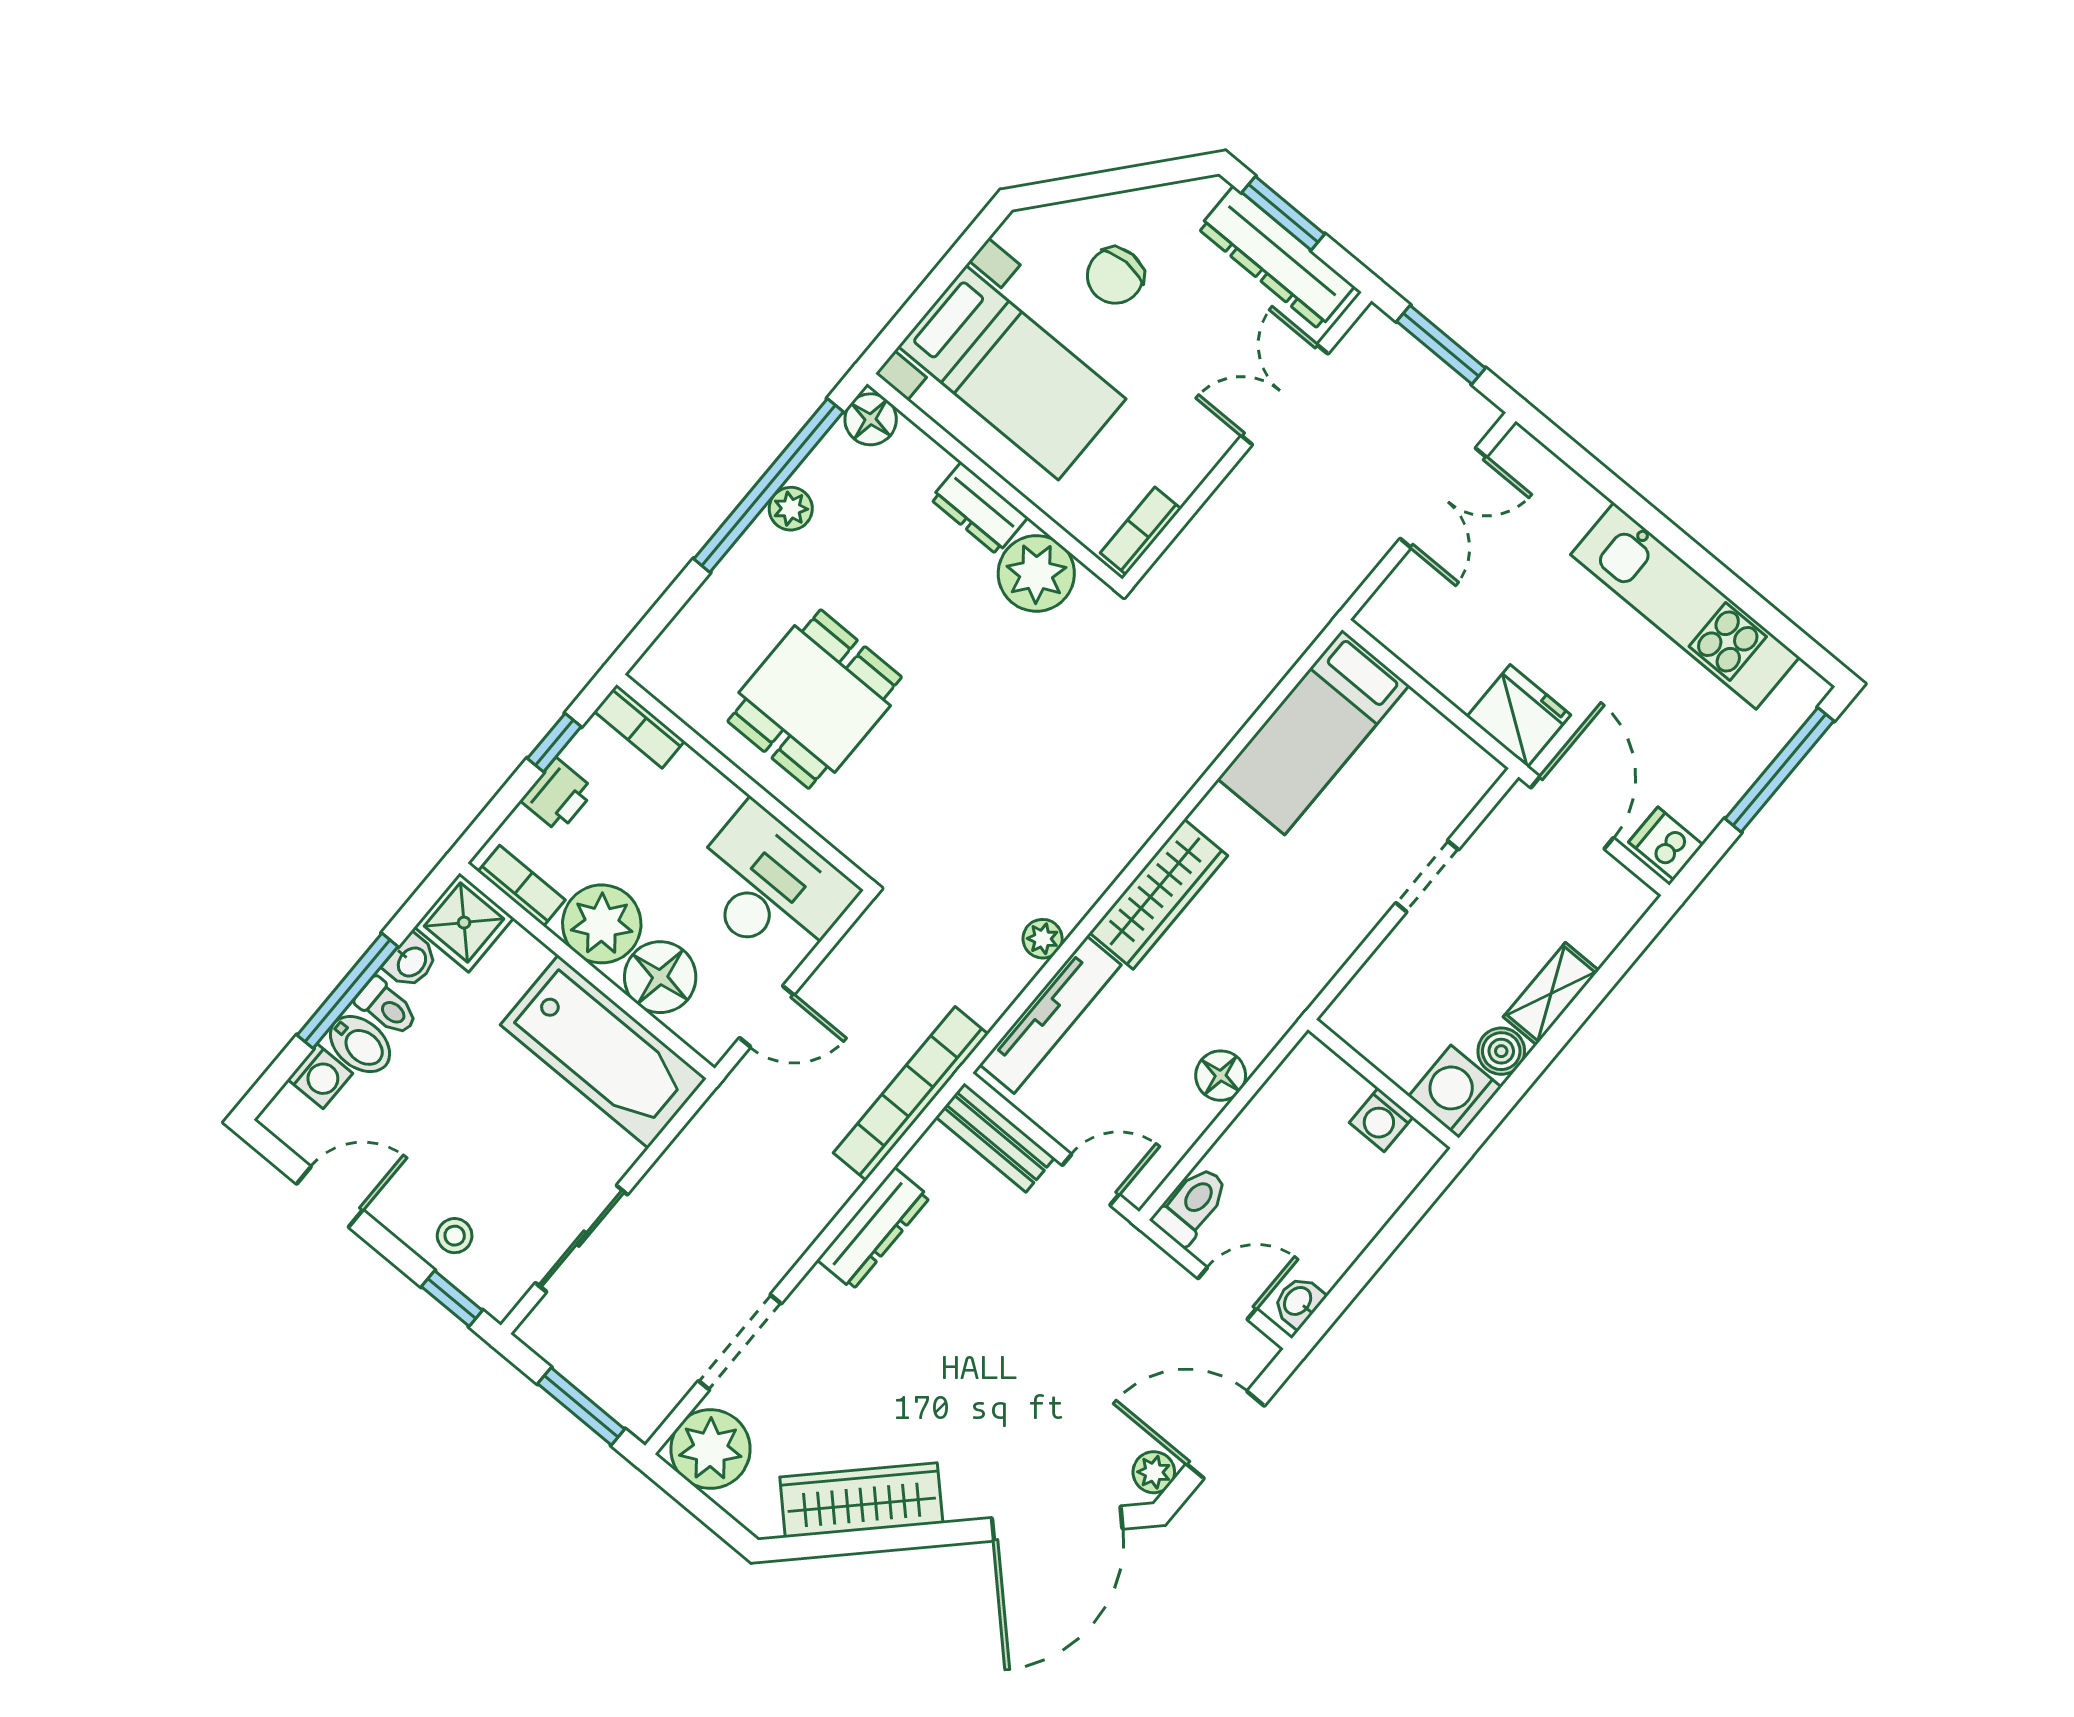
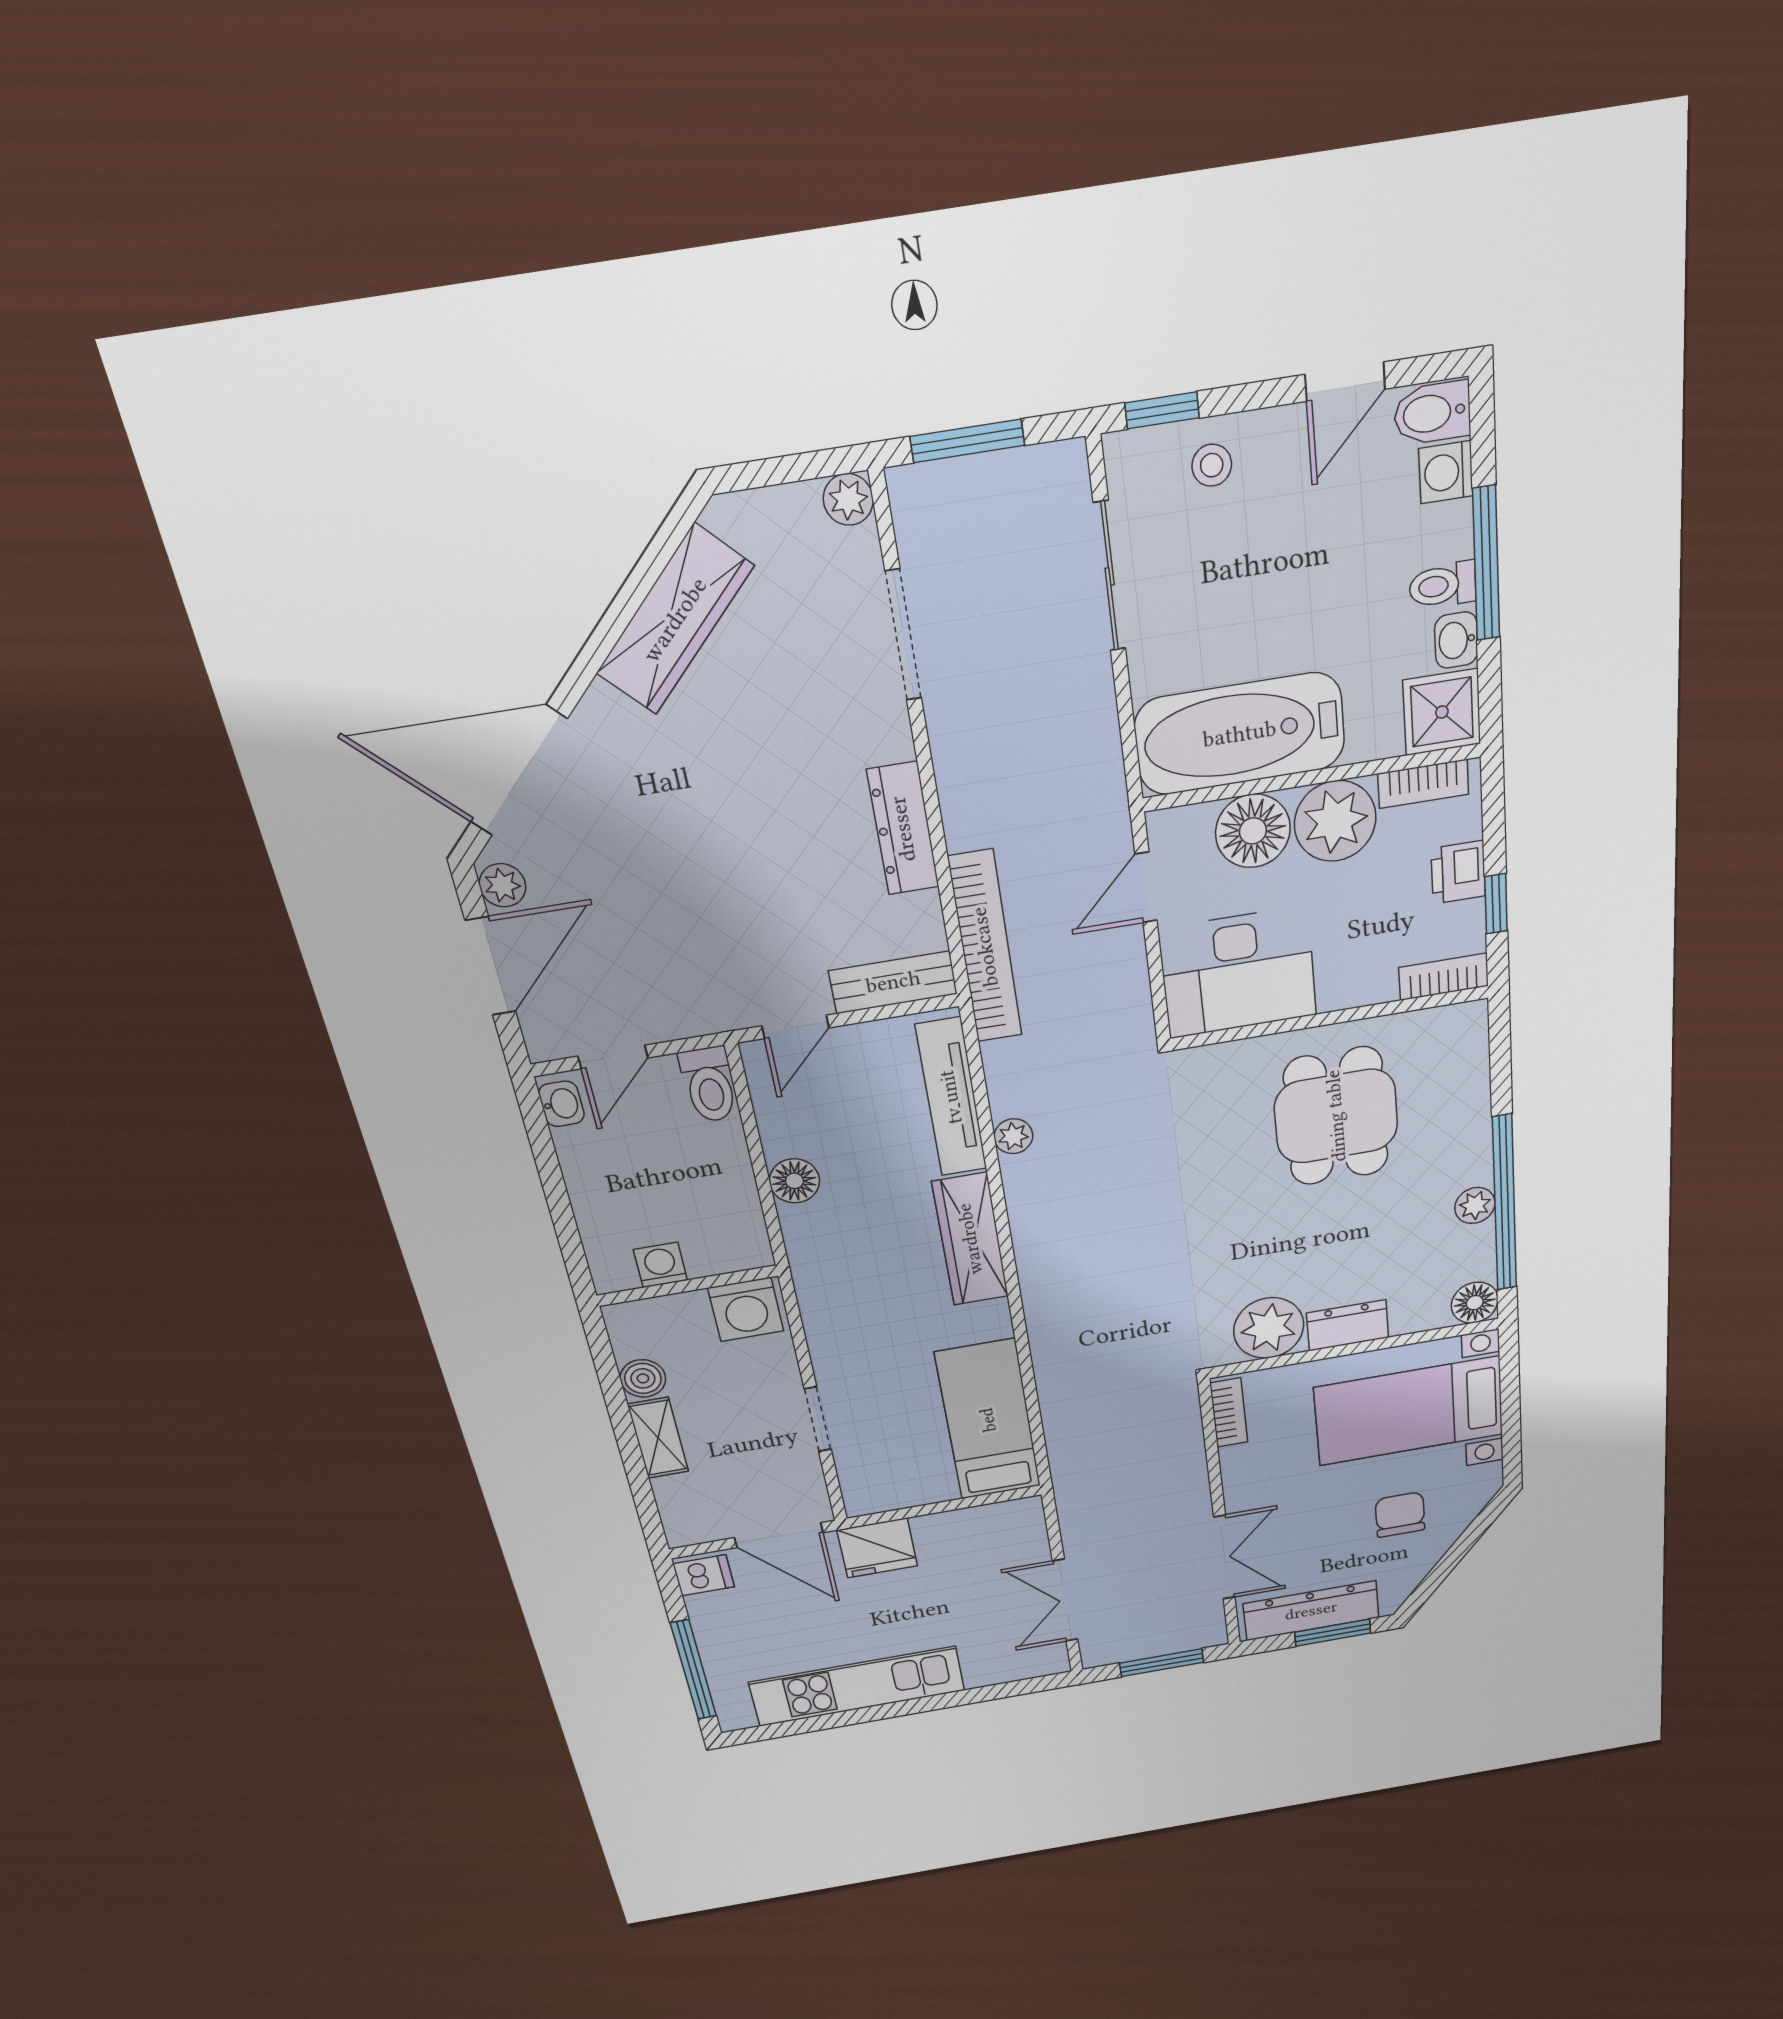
bidet: (360, 1044) -> (1432, 413), moved
washing machine: (1455, 1091) -> (746, 1309), moved, turned 90
plant: (710, 1449) -> (848, 499), width x0.53, depth x0.53
door: (1057, 1523) -> (518, 770), hinge flipped

